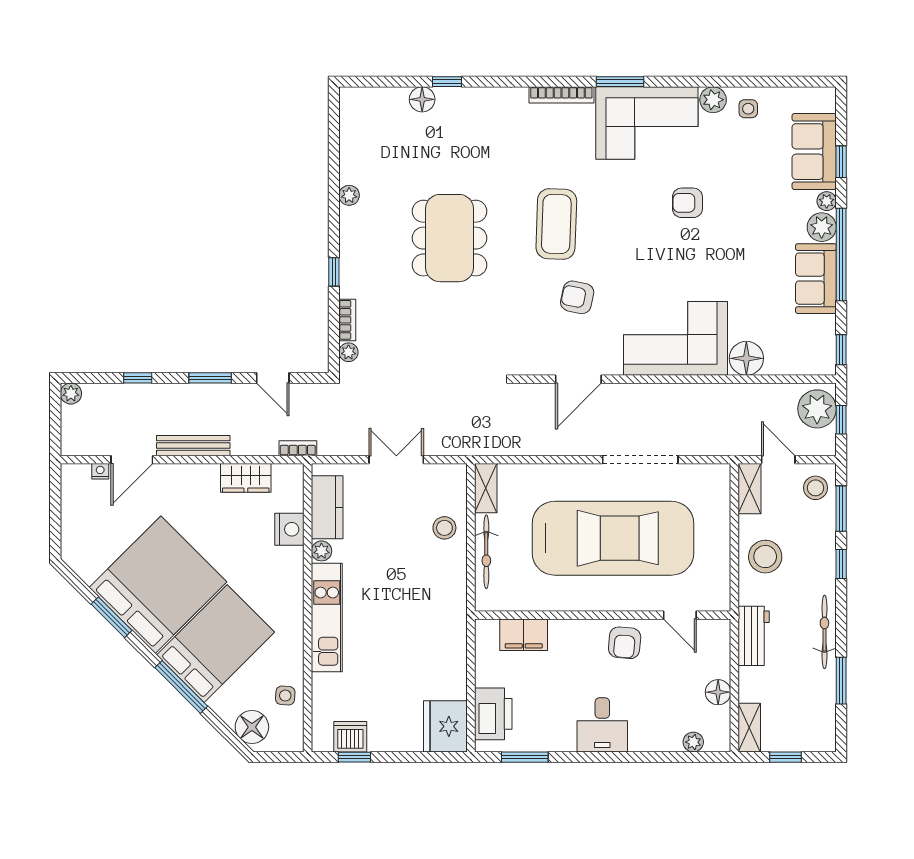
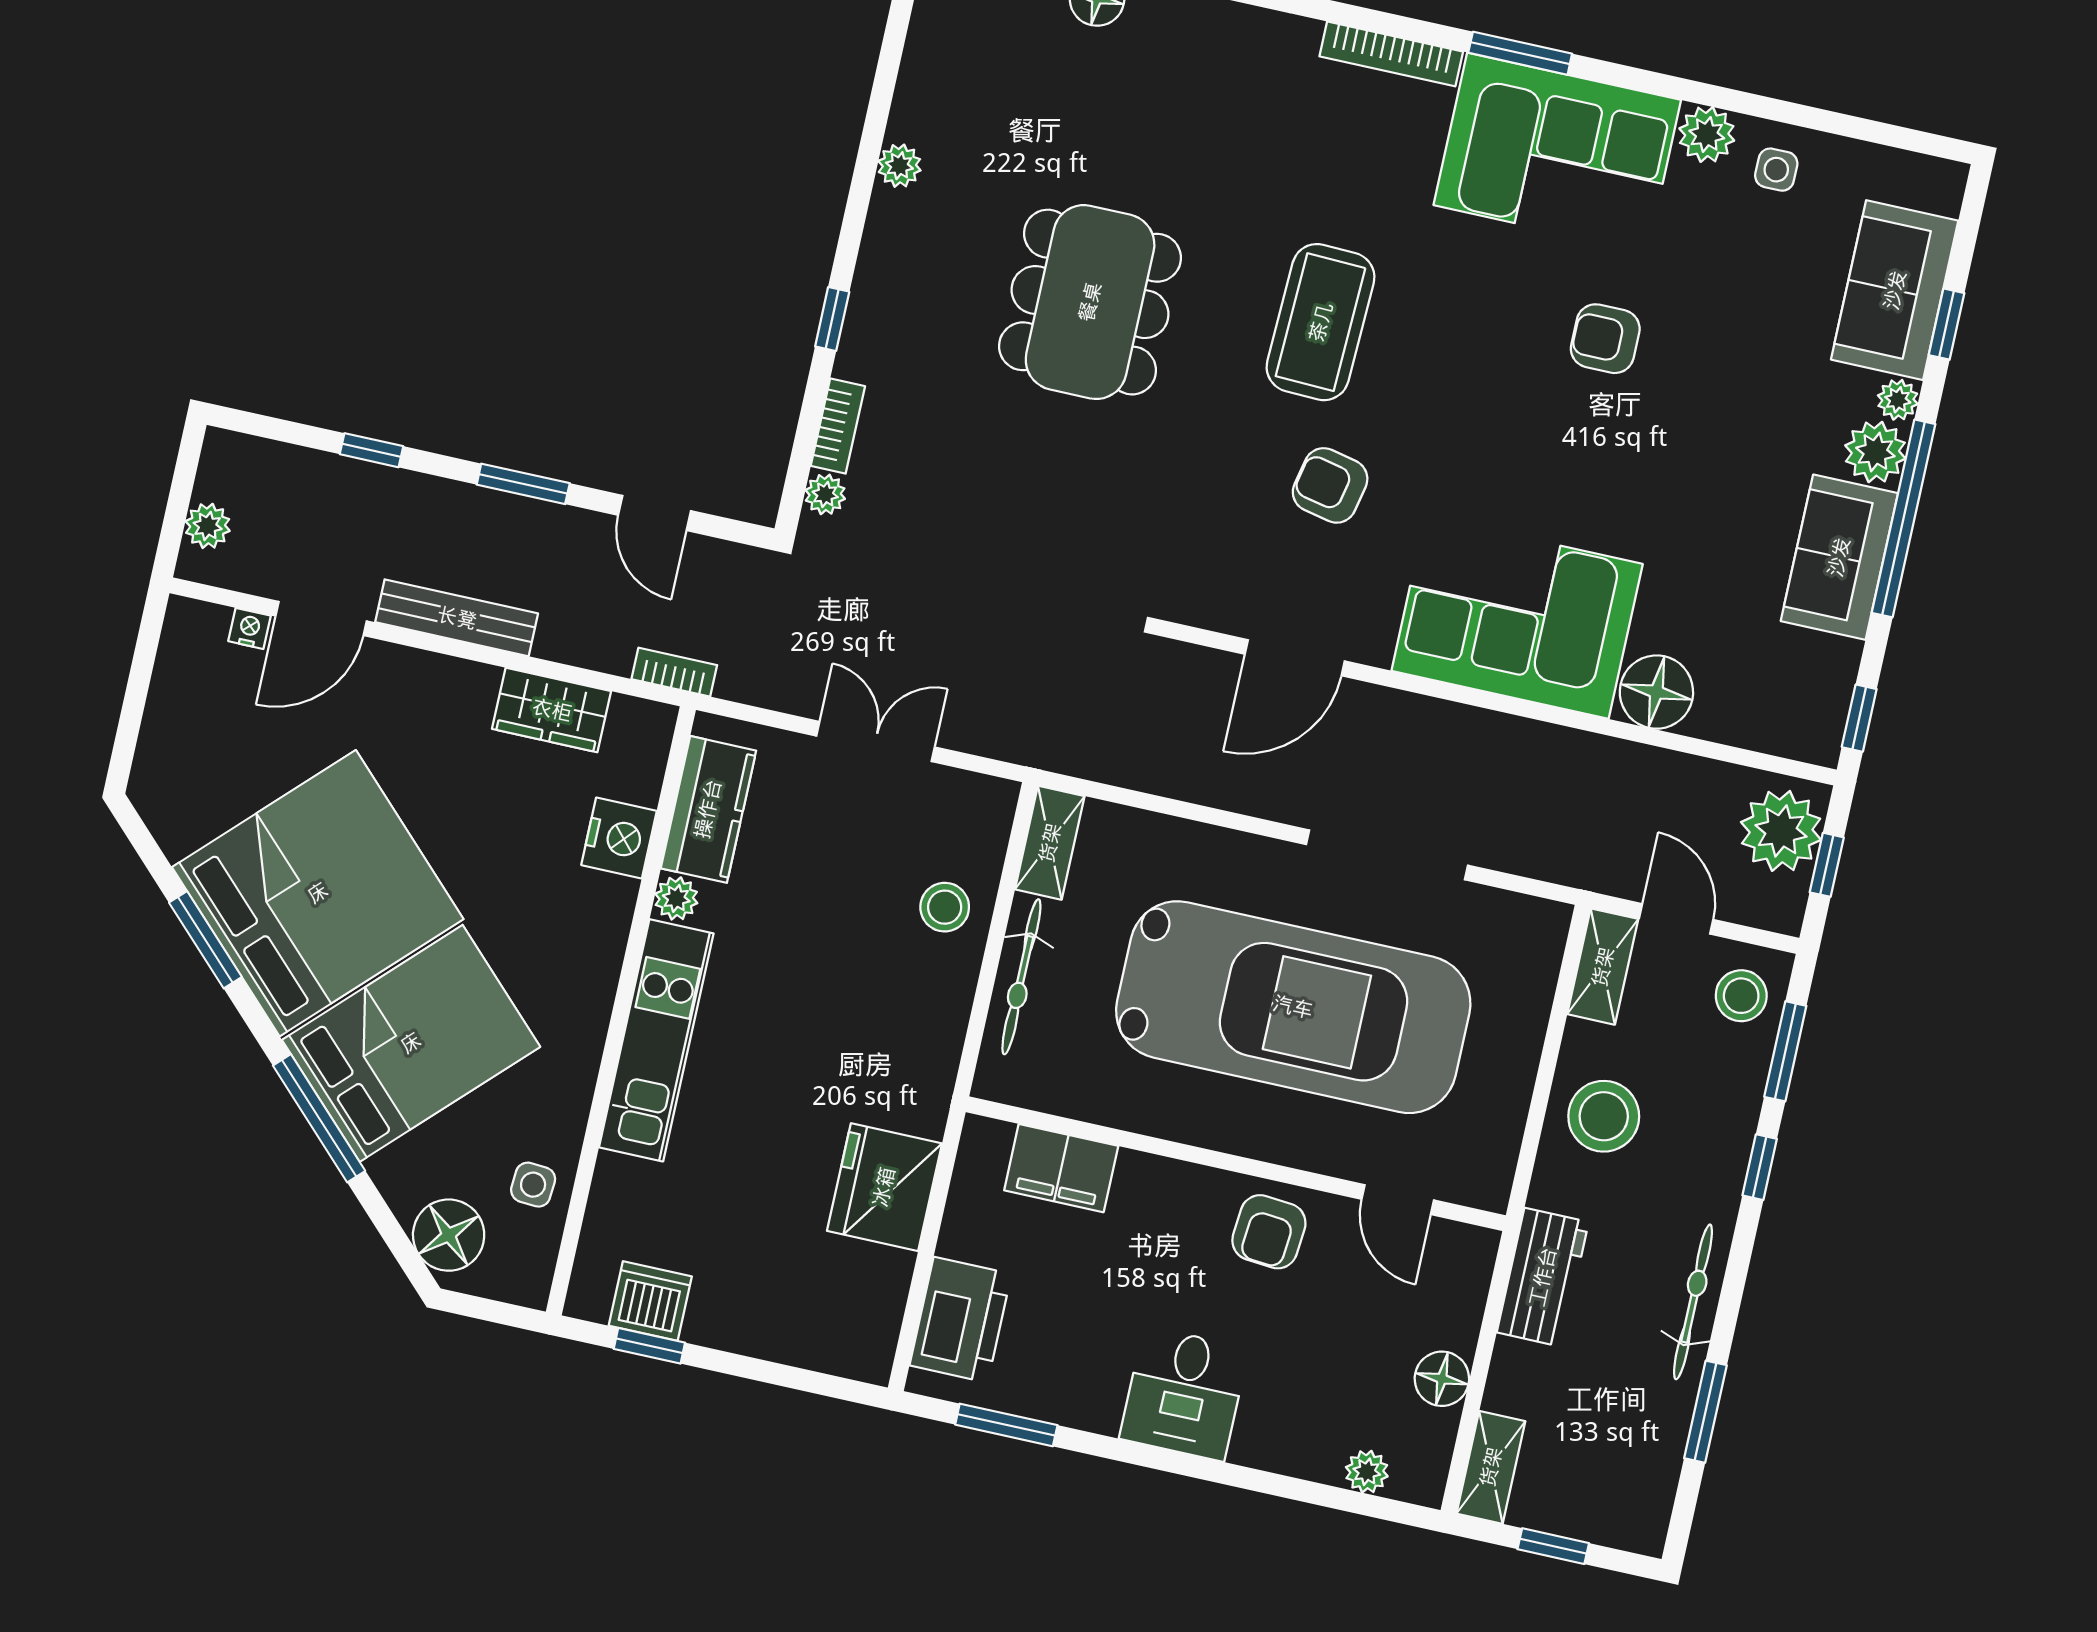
plant: (71, 394) -> (208, 526), moved
fridge: (445, 726) -> (884, 1187), moved

